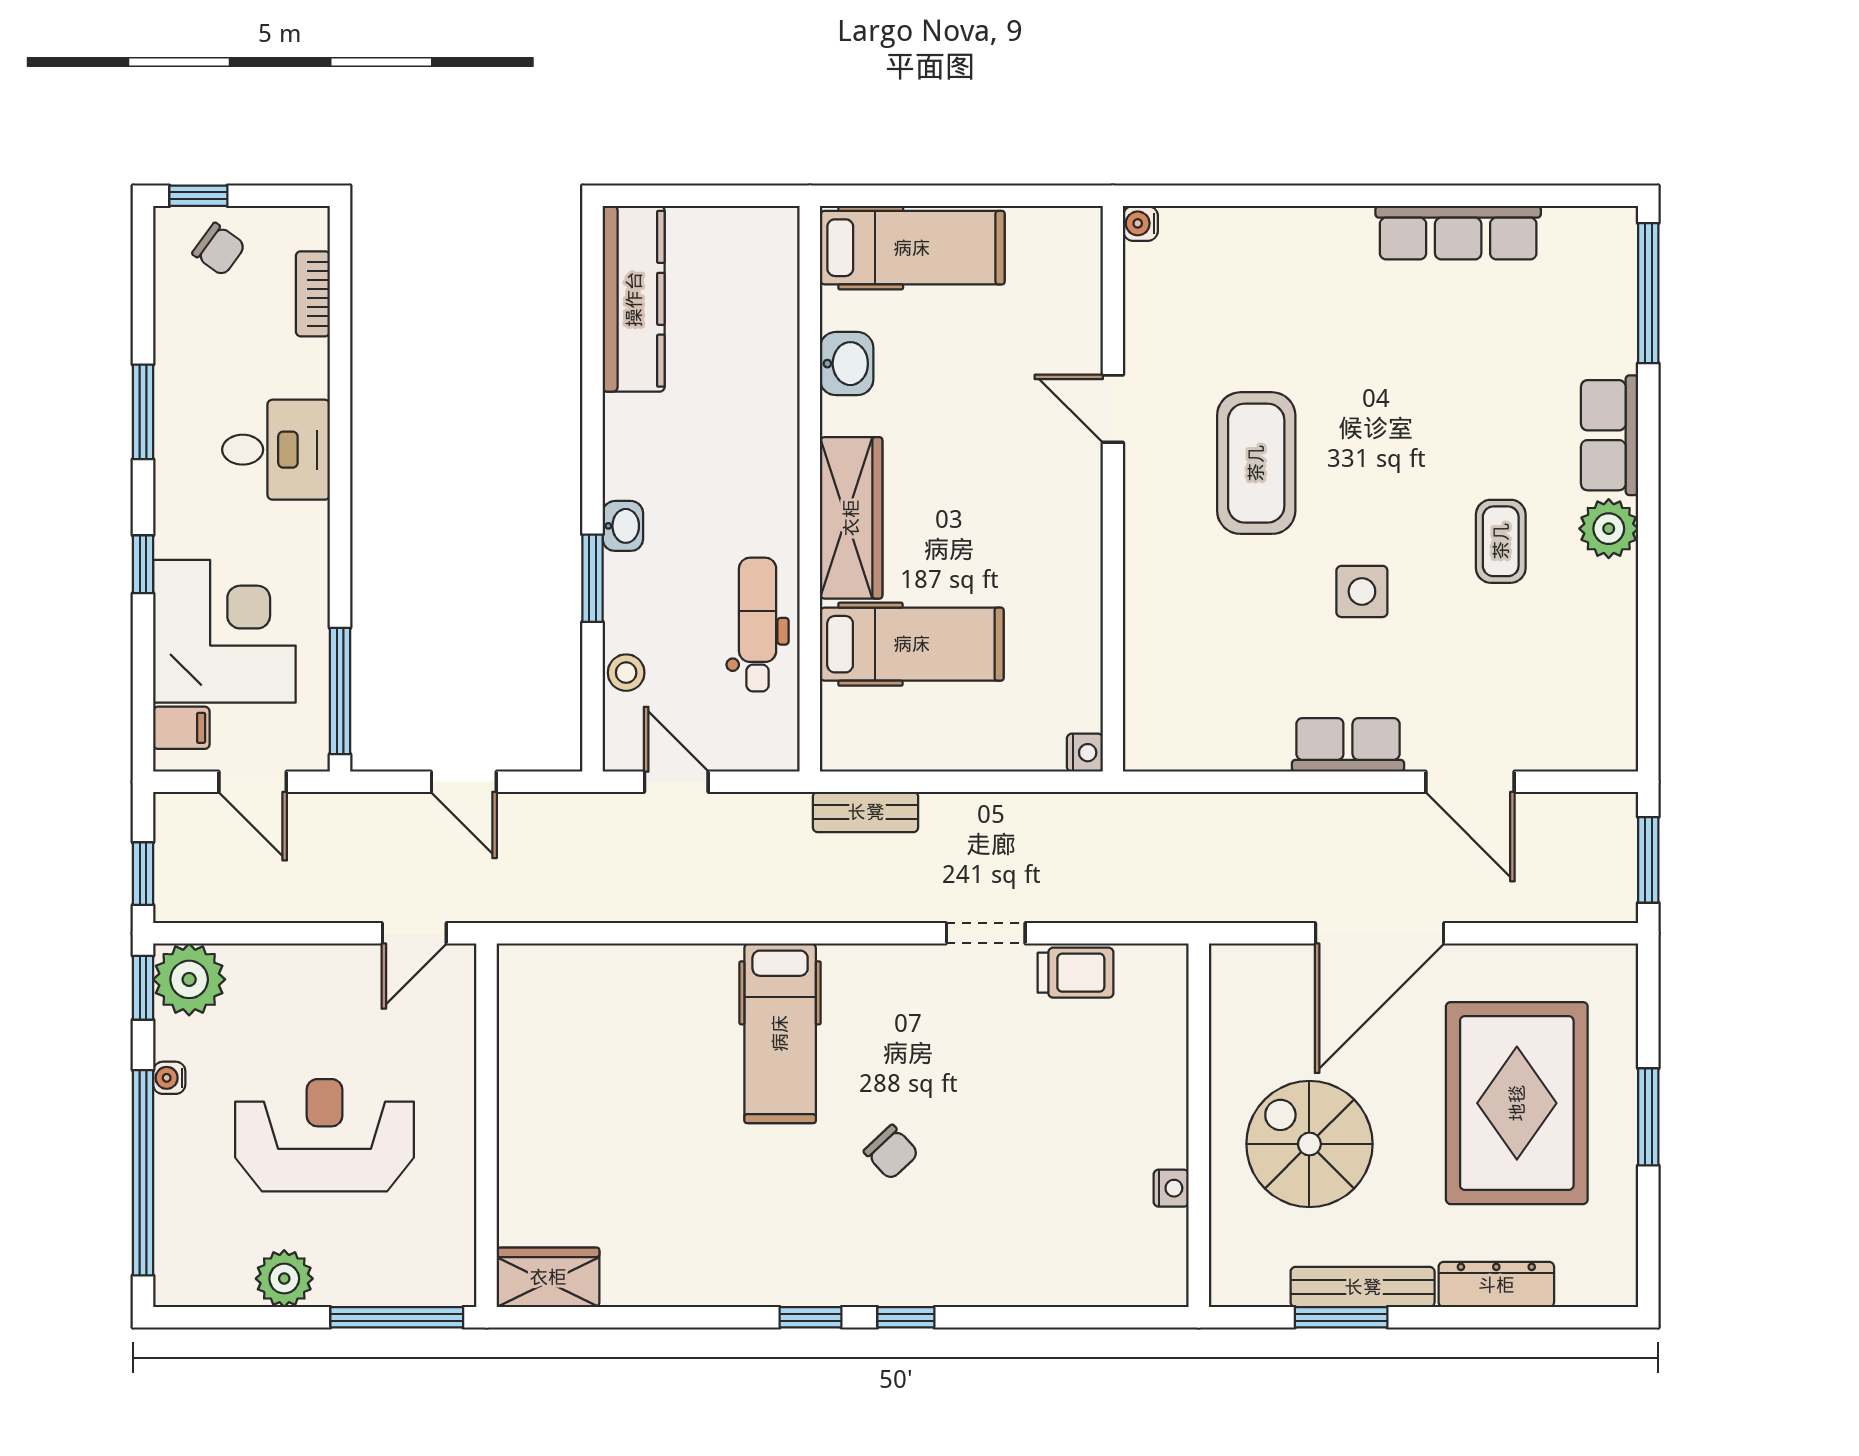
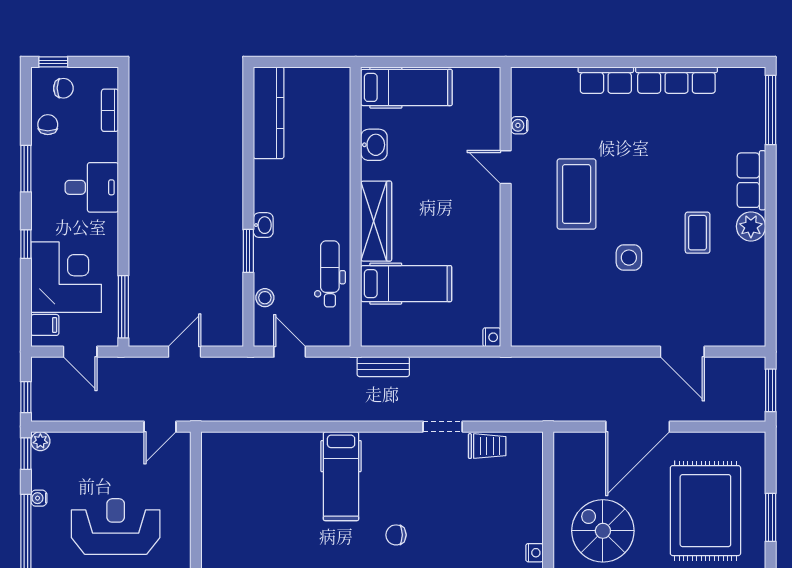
water cooler: (1140, 223) -> (519, 125), moved
chair: (219, 249) -> (63, 88), turned -36
chair: (187, 323) -> (48, 125), added
row of seats: (1348, 745) -> (606, 80), moved, turned 180
door: (464, 782) -> (185, 352), swing flipped
plant: (189, 979) -> (40, 441), width x0.53, depth x0.53
chair: (891, 1152) -> (396, 535), turned 133

